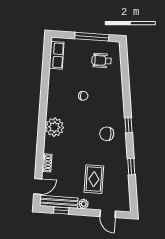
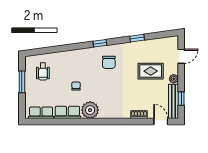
window: (92, 37) -> (22, 82), width x0.69
row of seats: (55, 84) -> (67, 112), added
plant: (54, 127) -> (90, 110), moved

